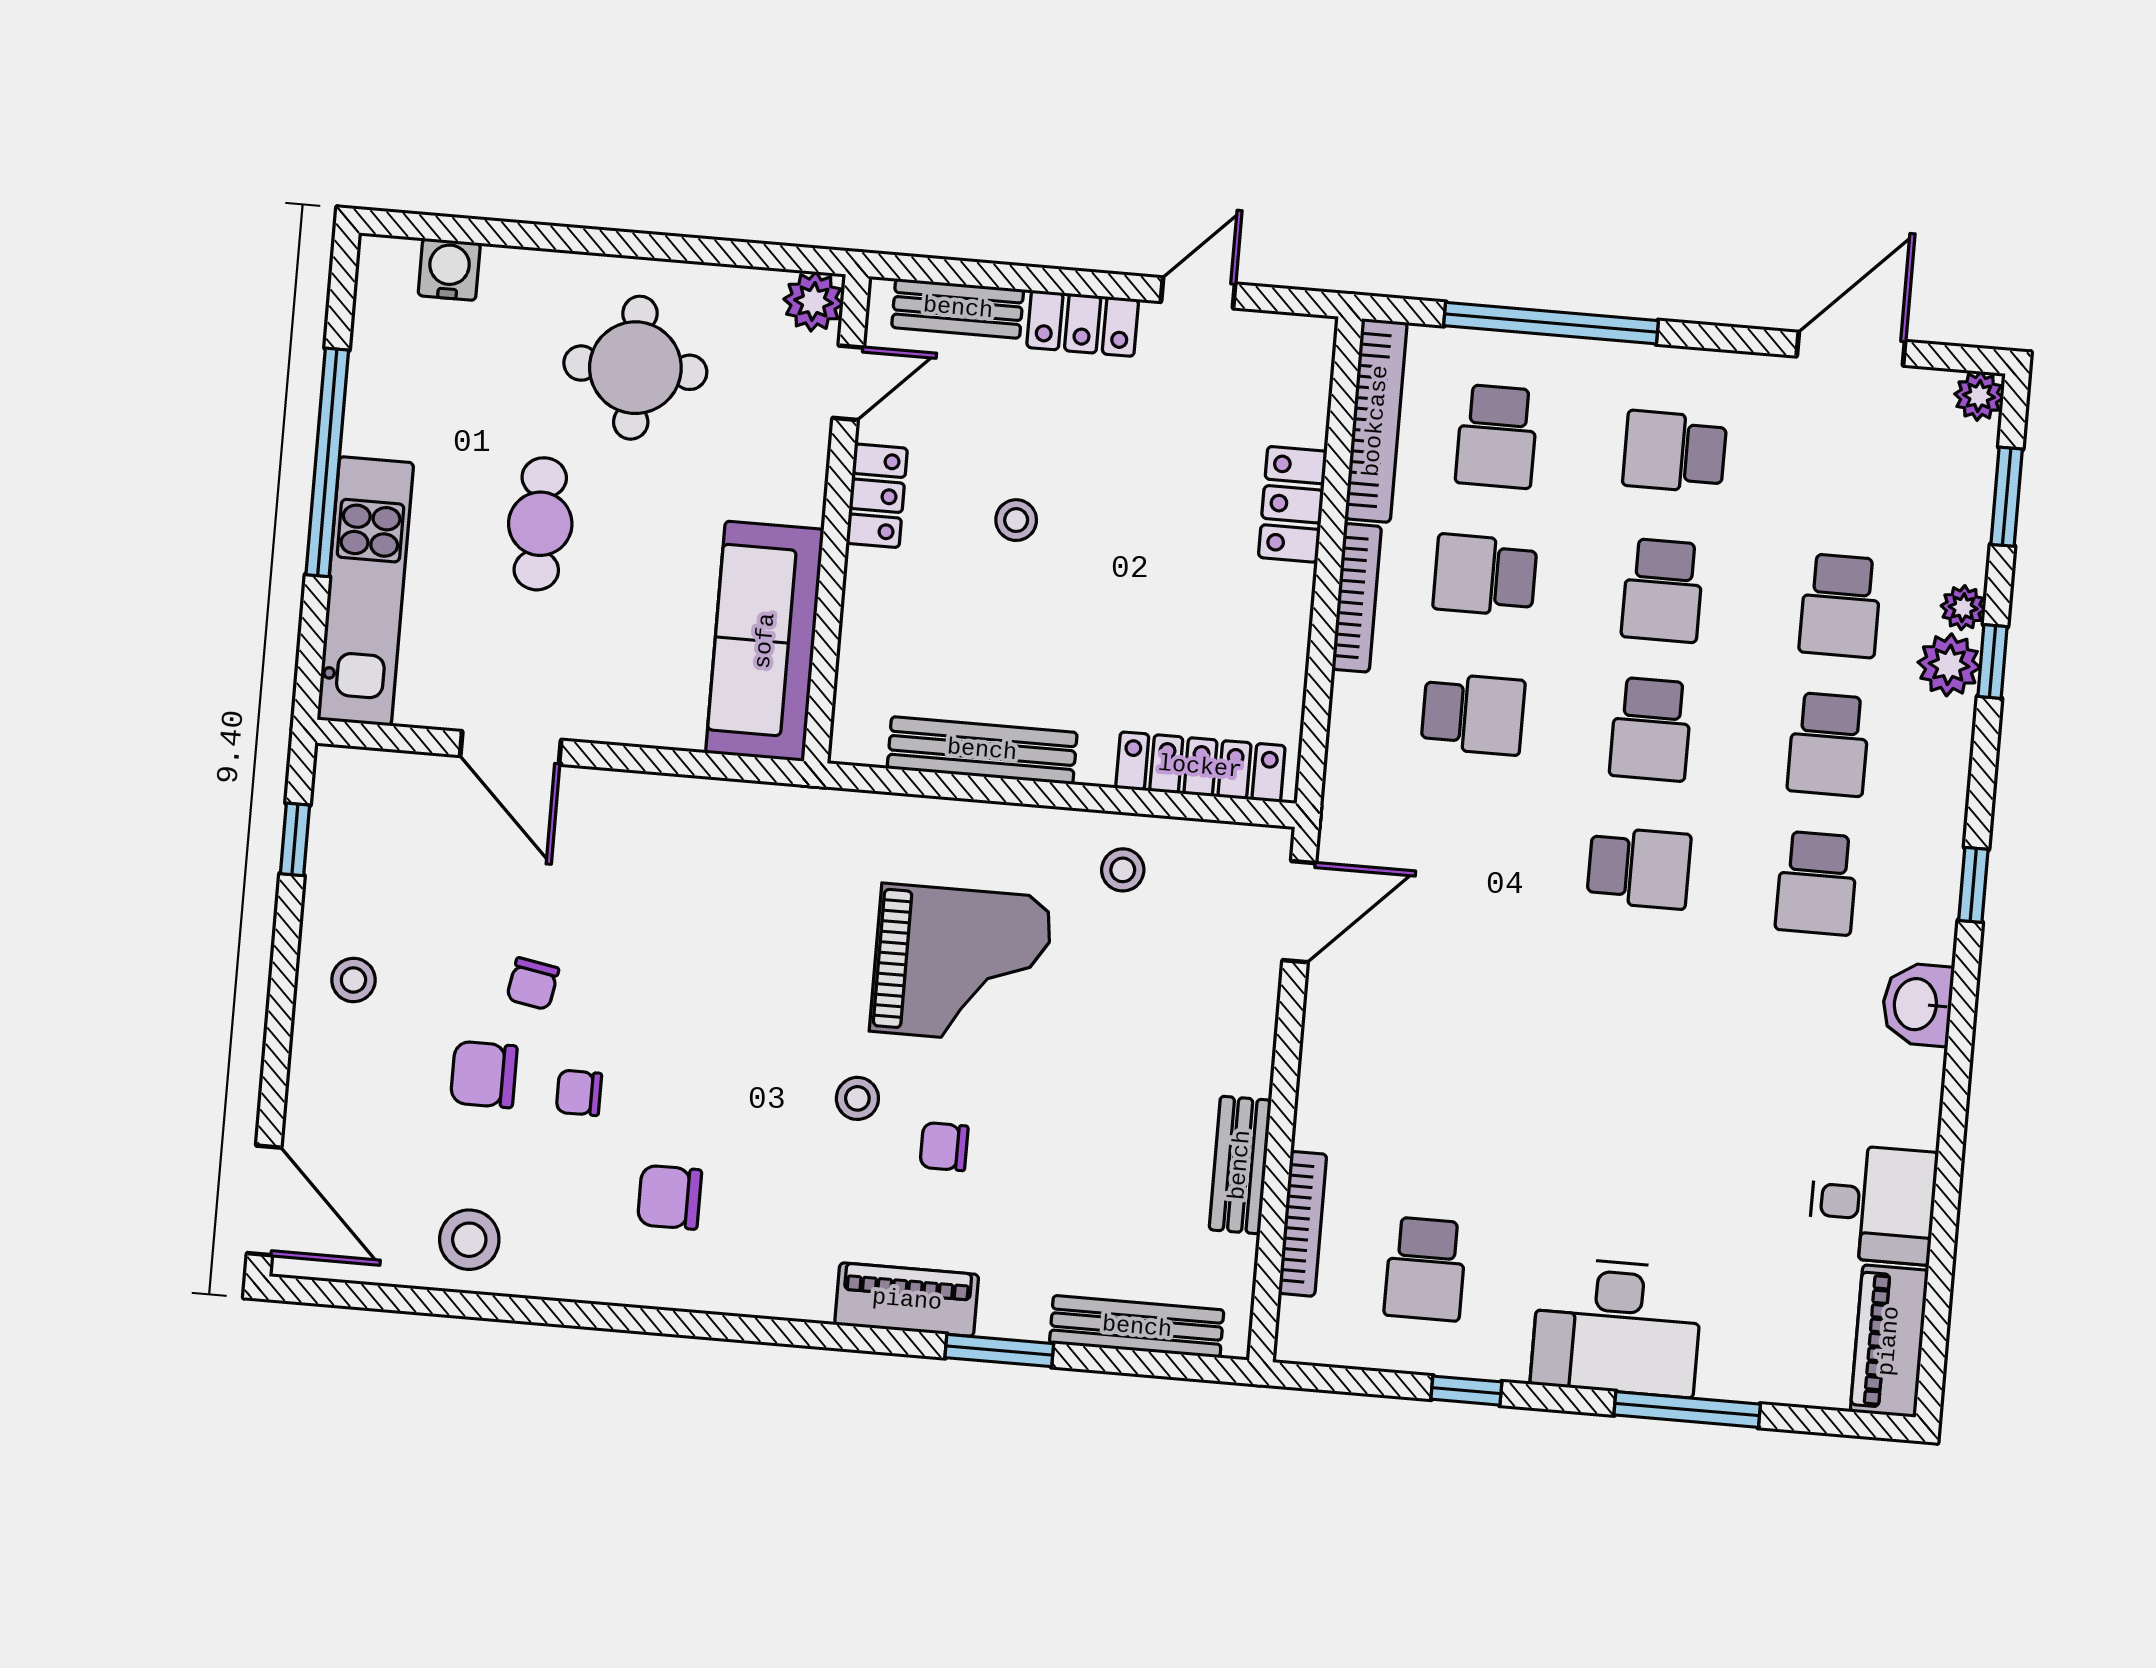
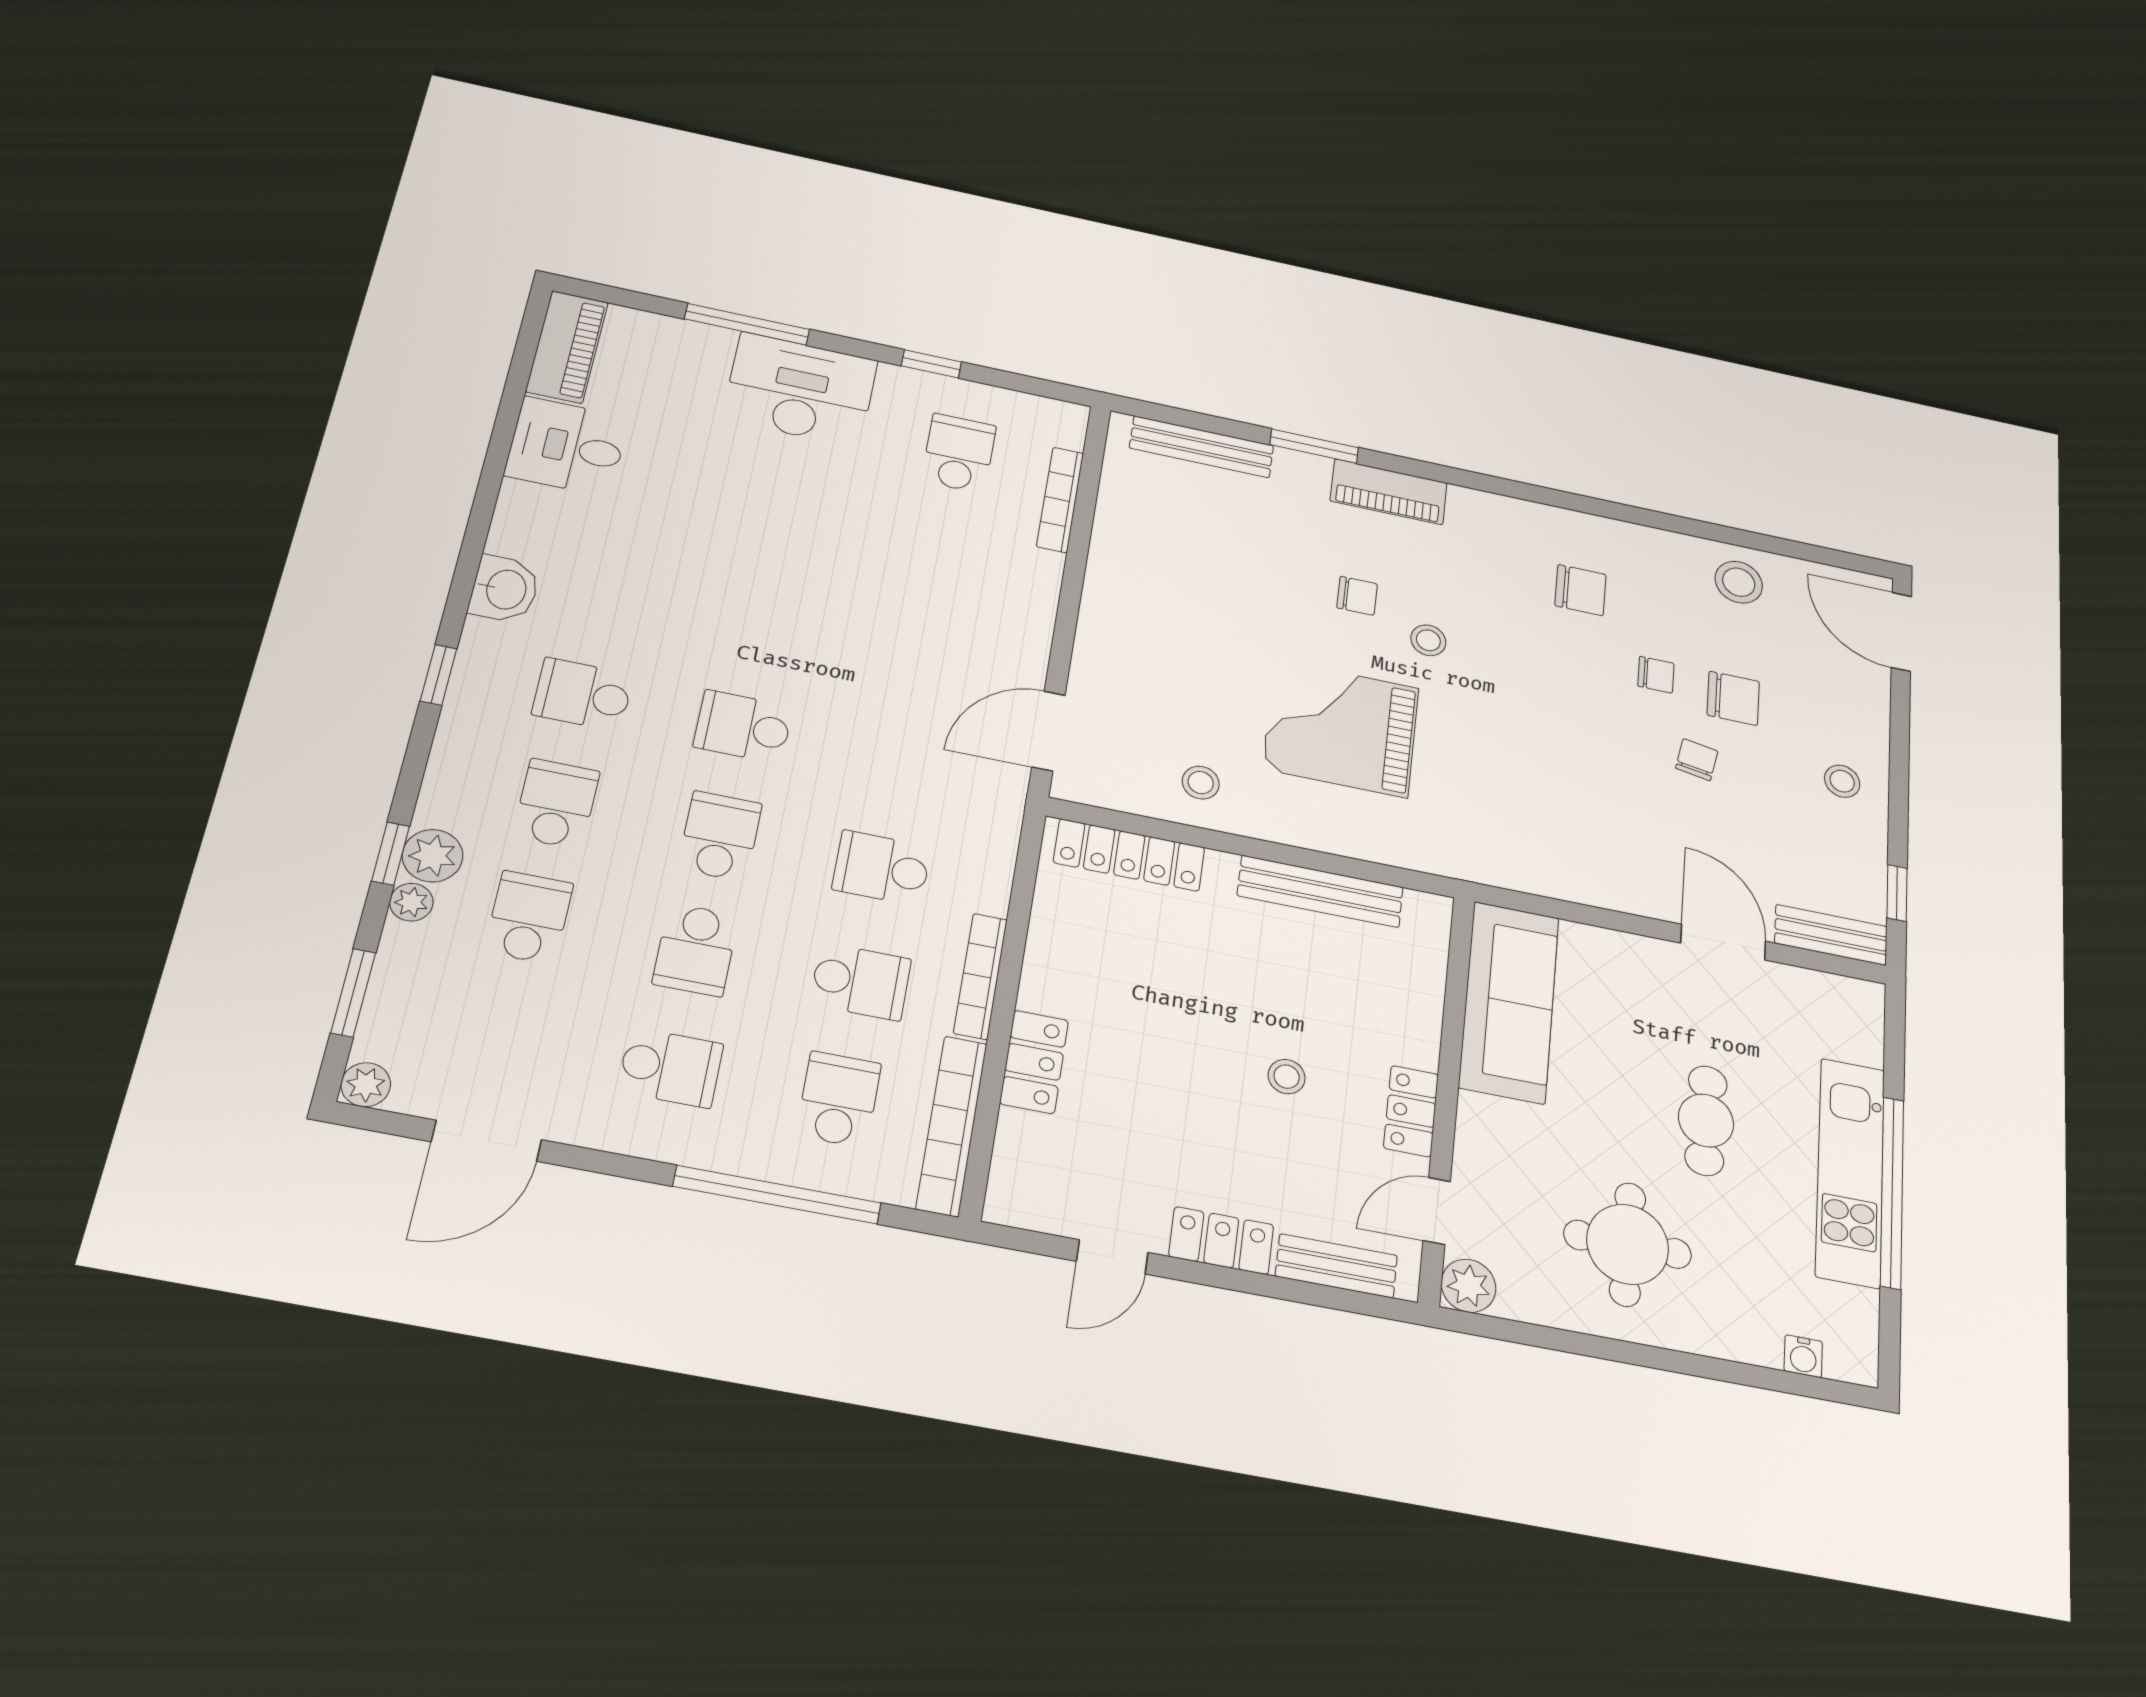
water cooler: (449, 269) -> (1803, 1356), width x0.72, depth x0.72
school desk: (1663, 590) -> (696, 950), turned 180
kitchen unit: (365, 591) -> (1850, 1172), moved
school desk: (1817, 883) -> (583, 694), turned -90
bench: (1240, 1165) -> (1831, 935), moved, turned 90

